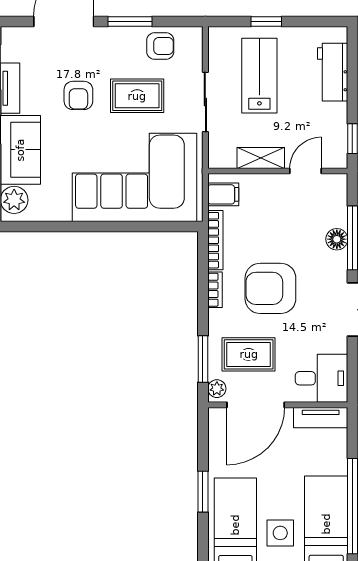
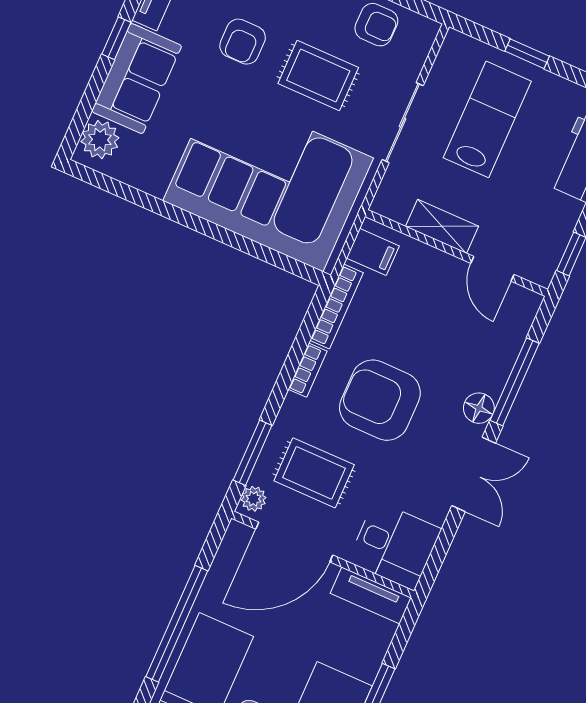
door: (306, 171) -> (492, 269), swing flipped
floor lamp: (337, 239) -> (479, 408), moved
window: (203, 492) -> (177, 624), width x2.11

